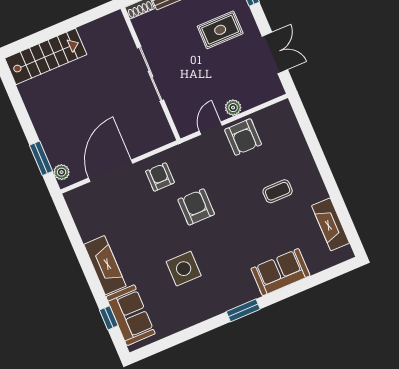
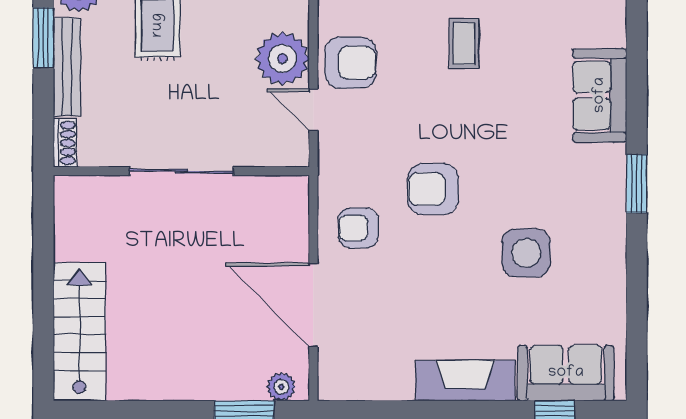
plant: (233, 108) -> (282, 59), width x1.88, depth x1.88

